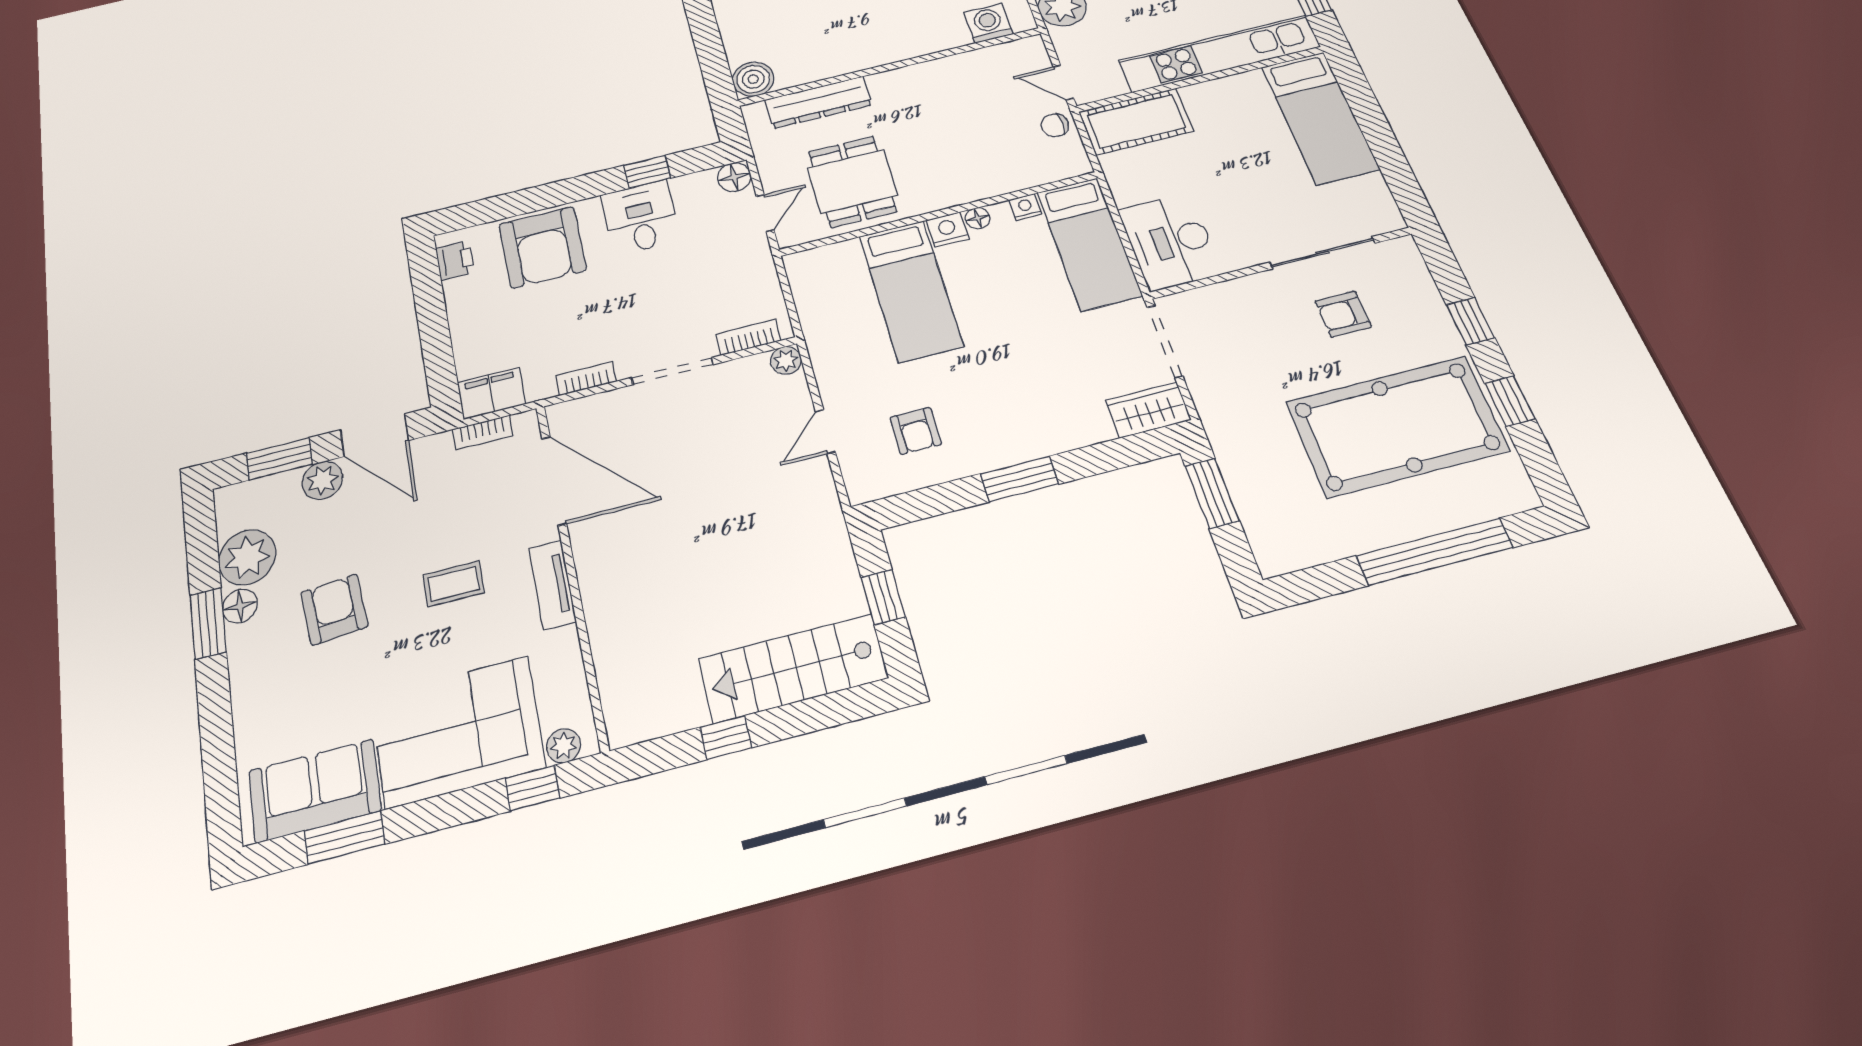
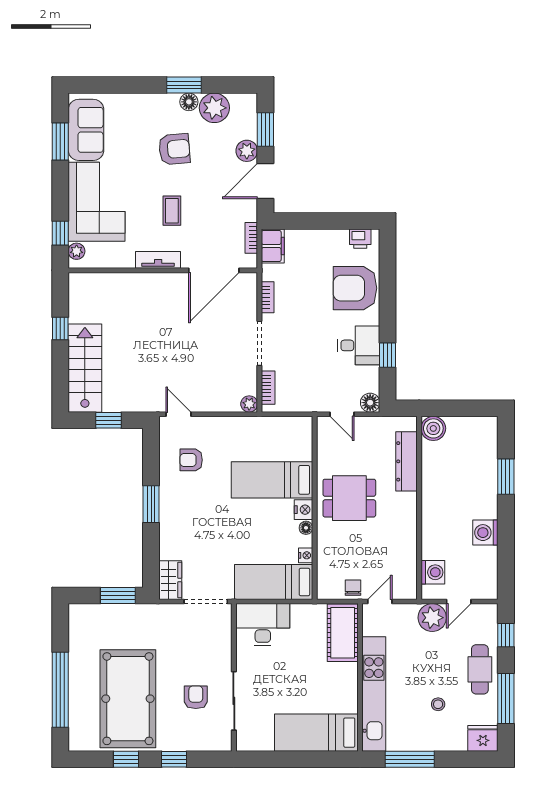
dining table: (852, 182) -> (349, 498), moved
door: (825, 432) -> (178, 414), moved

